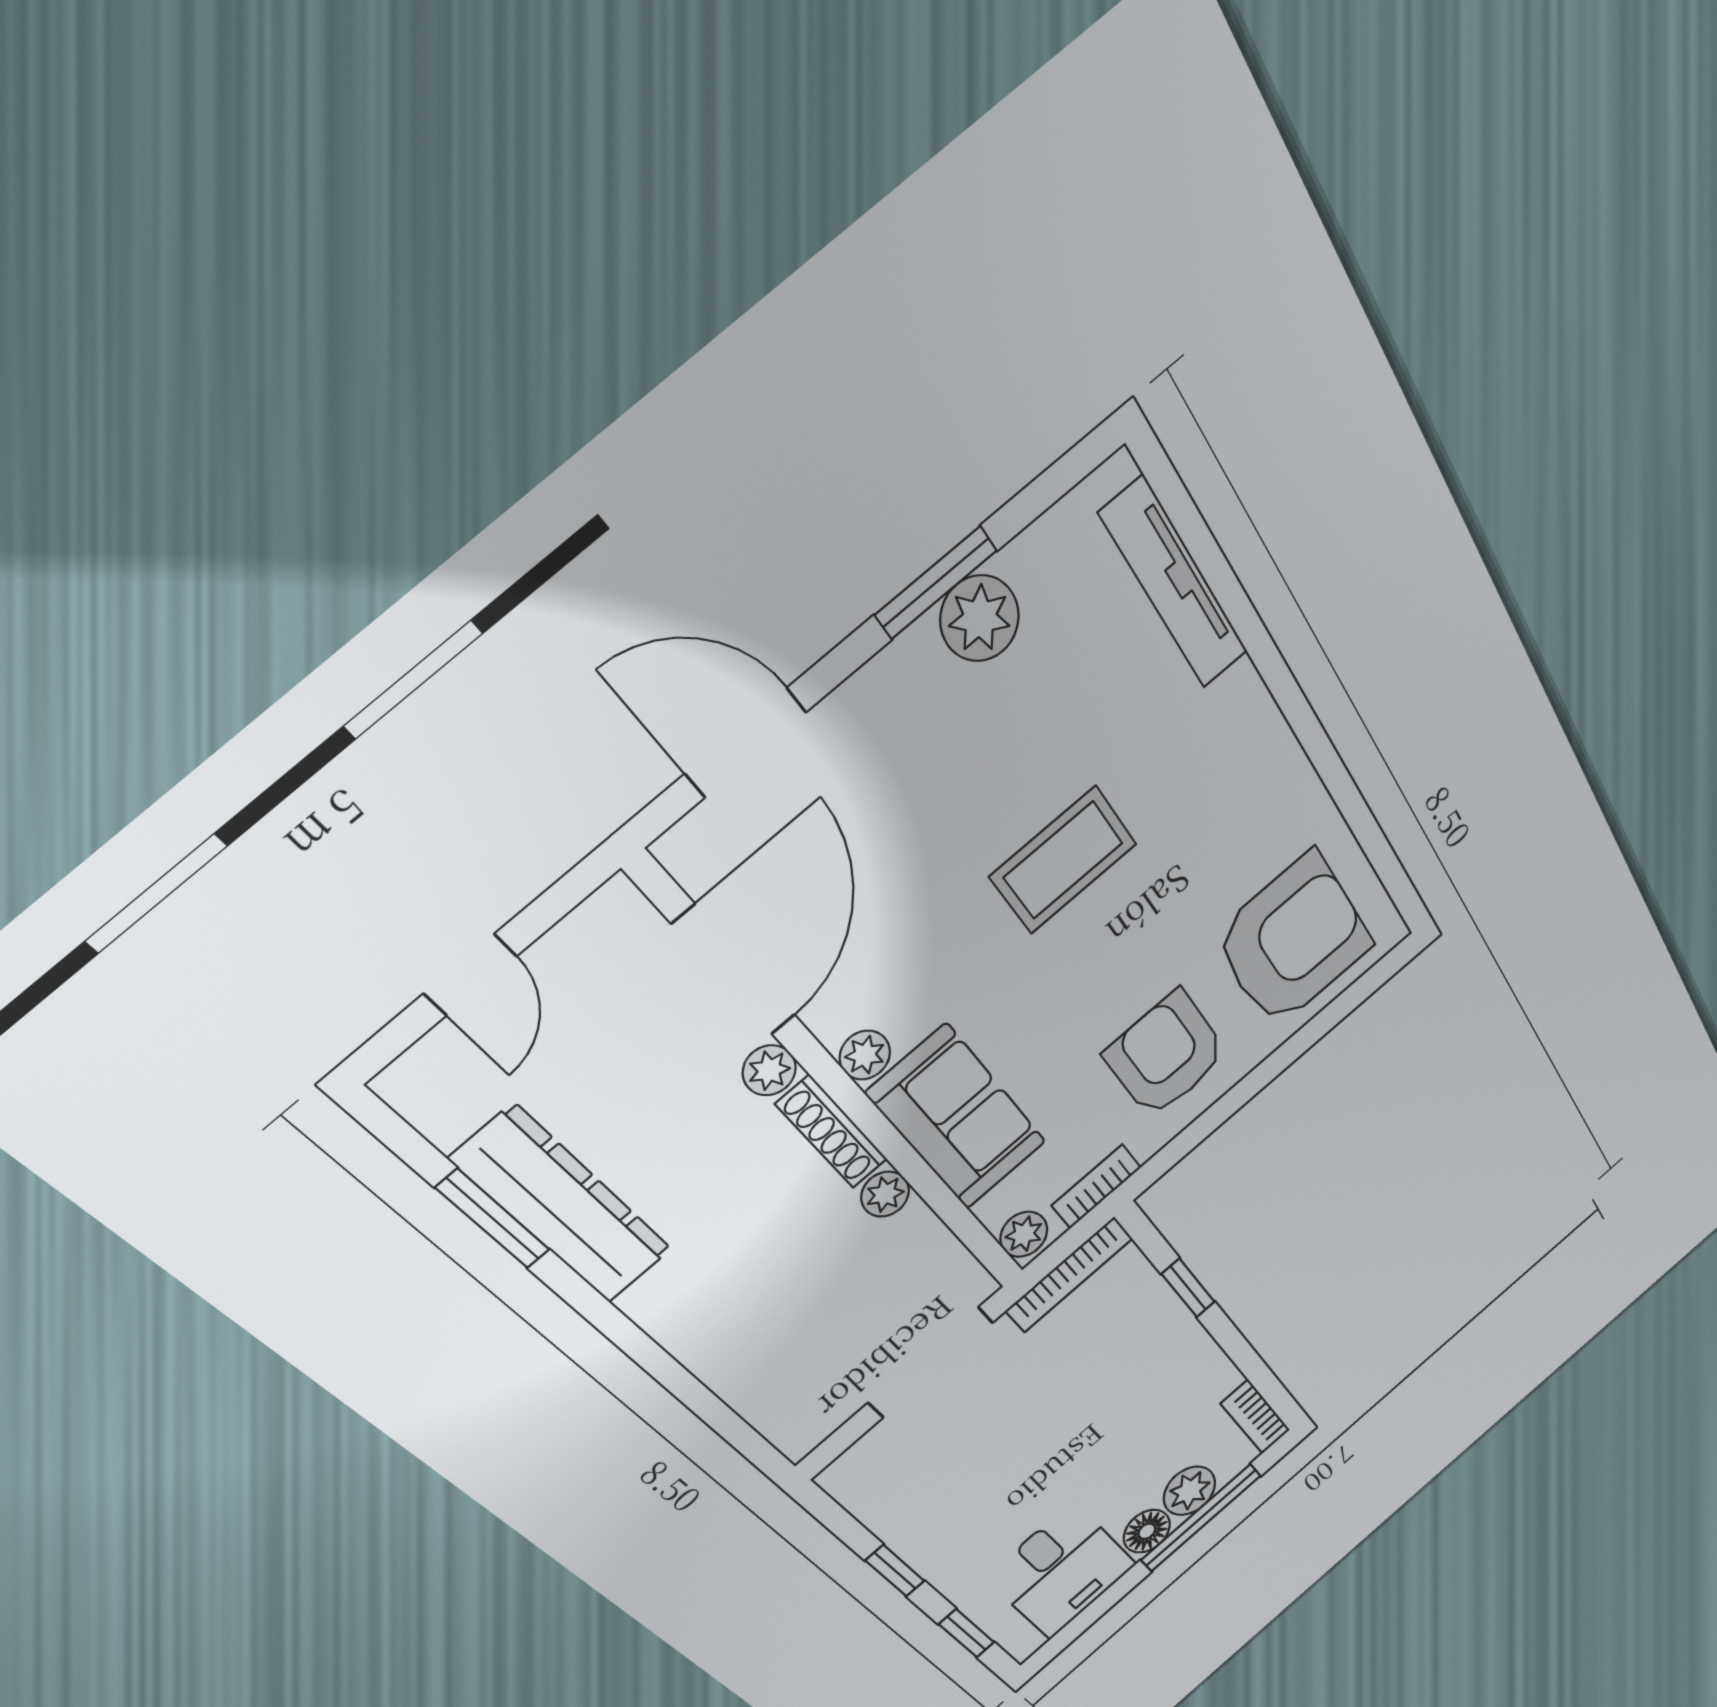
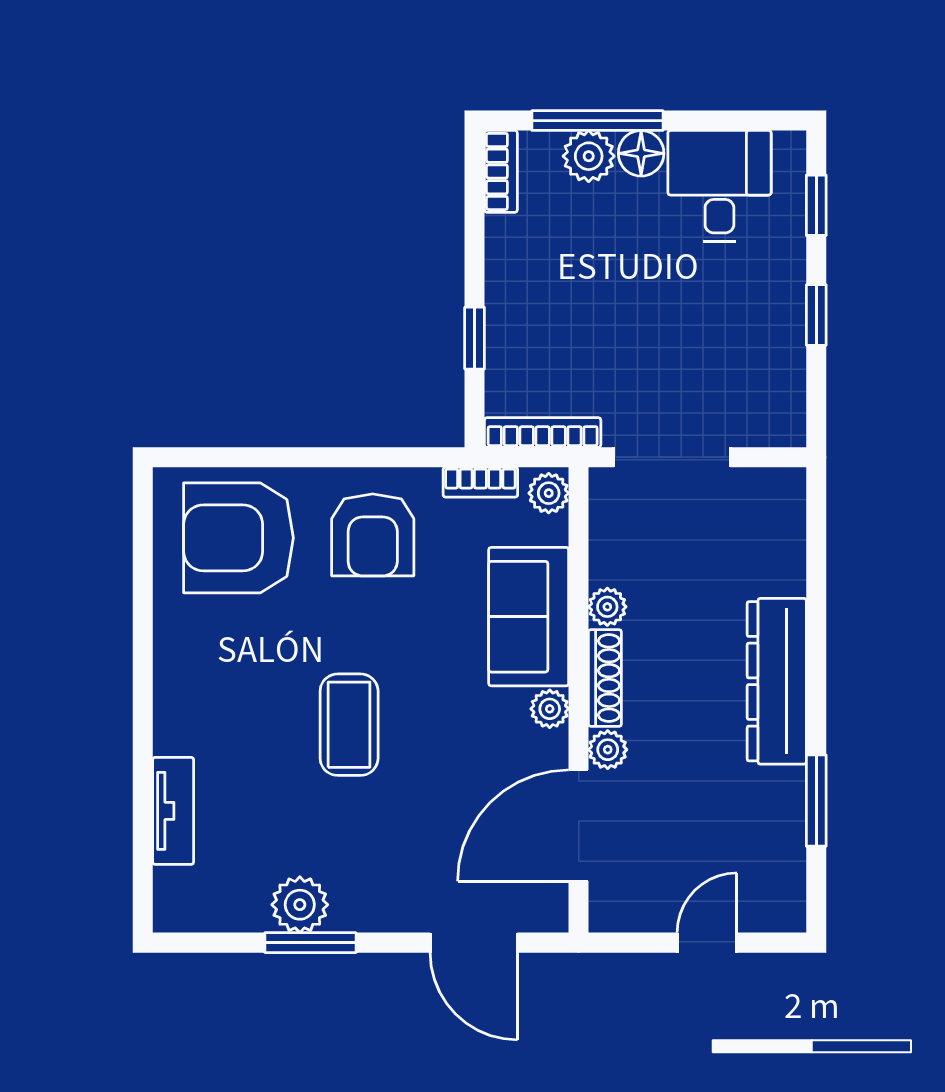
tv unit: (1175, 584) -> (173, 811), width x0.71
coffee table: (1063, 860) -> (349, 725), turned 90
dresser: (563, 1205) -> (777, 681), moved

